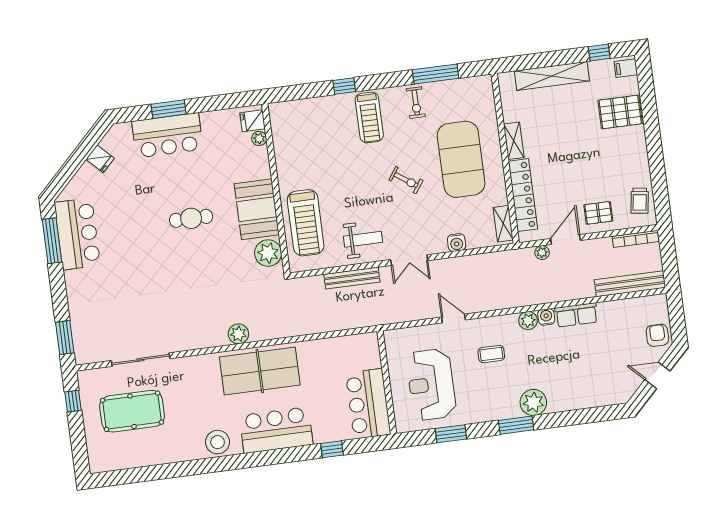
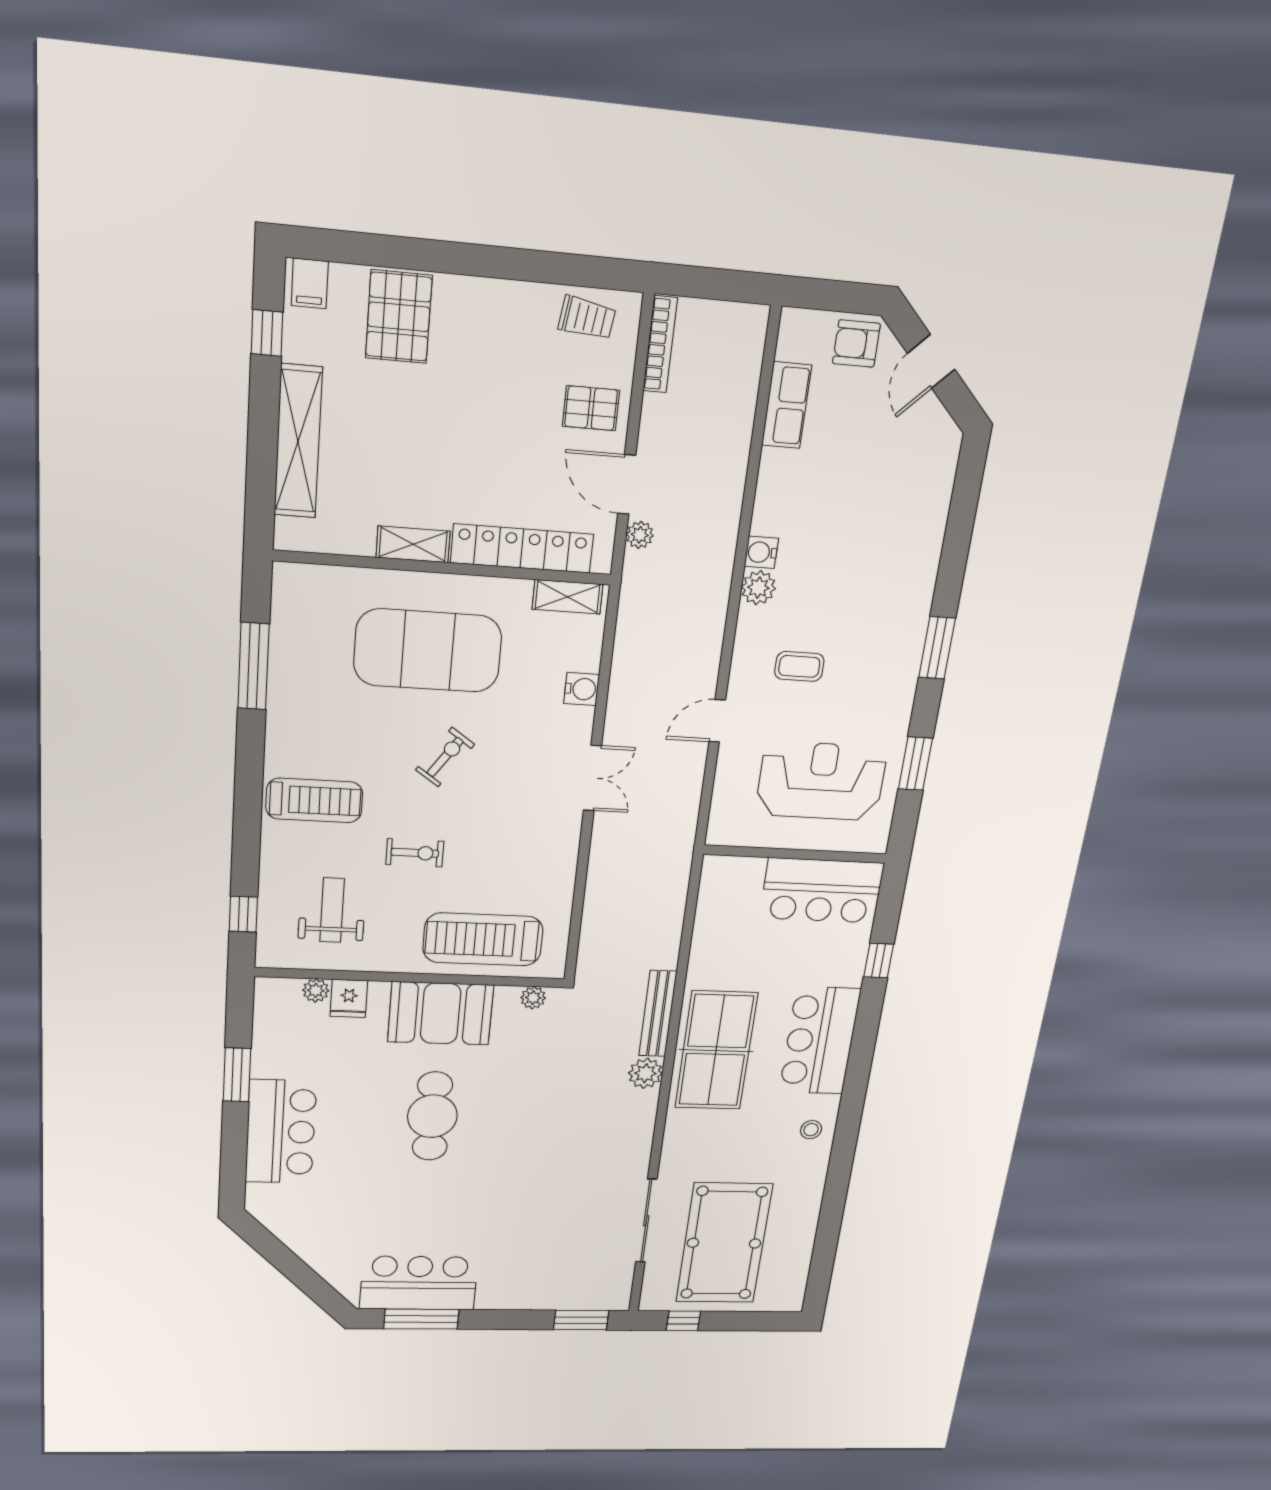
window: (344, 86) -> (243, 914), moved
exercise bike: (416, 103) -> (415, 853), moved
window: (169, 109) -> (237, 1075), moved
fridge: (253, 121) -> (349, 998), moved
fridge: (100, 159) -> (301, 1236), removed
pallet: (598, 213) -> (591, 408), turned 90
cafe table: (191, 218) -> (432, 1116), width x1.37, depth x1.35
treadmill: (306, 223) -> (483, 939), turned 180
weight bench: (363, 239) -> (332, 910), moved
plant: (268, 253) -> (533, 998), width x0.53, depth x0.53
bench: (352, 278) -> (658, 1014), moved
bench: (630, 284) -> (744, 376), removed
row of seats: (576, 315) -> (787, 405), moved
coffee table: (491, 354) -> (799, 666), turned 90
reception desk: (431, 385) -> (821, 781), turned 180
plant: (533, 402) -> (907, 609), removed
pool table: (132, 411) -> (724, 1243), width x1.36, depth x1.32
stool: (218, 442) -> (811, 1130), width x0.53, depth x0.53

